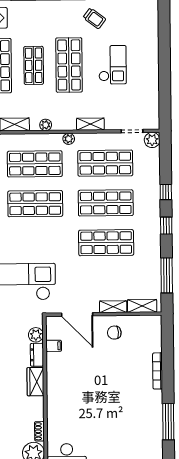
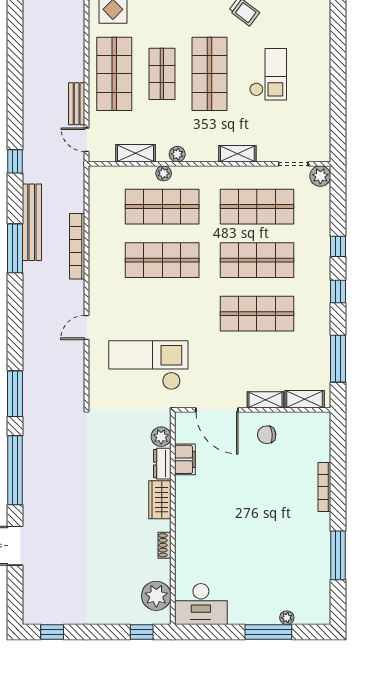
plant: (69, 139) -> (164, 173), moved
filing cabinet: (54, 346) -> (185, 459), width x2.00
shoe rack: (39, 431) -> (165, 545), moved

